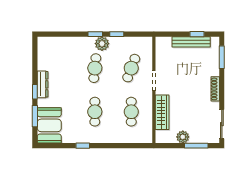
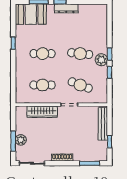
bench: (191, 42) -> (103, 124), moved
plant: (183, 137) -> (21, 140), moved

